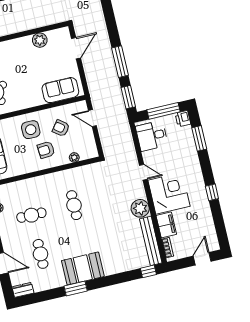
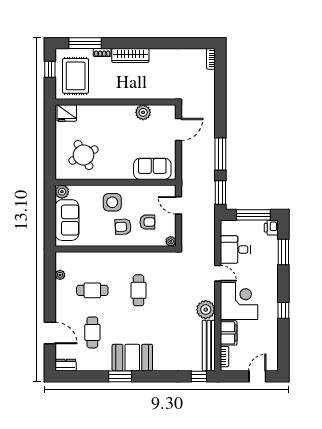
armchair: (61, 128) -> (147, 222), moved, turned 143
desk: (152, 136) -> (235, 249), moved
plant: (74, 157) -> (171, 241), moved

